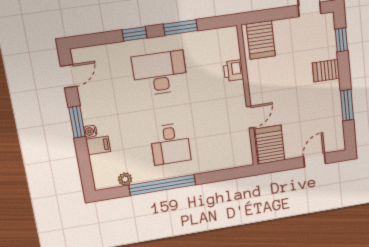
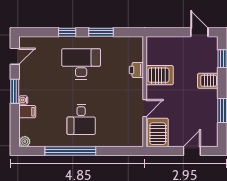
server rack: (261, 40) -> (160, 75), moved, turned -90
plant: (125, 179) -> (25, 142), moved

